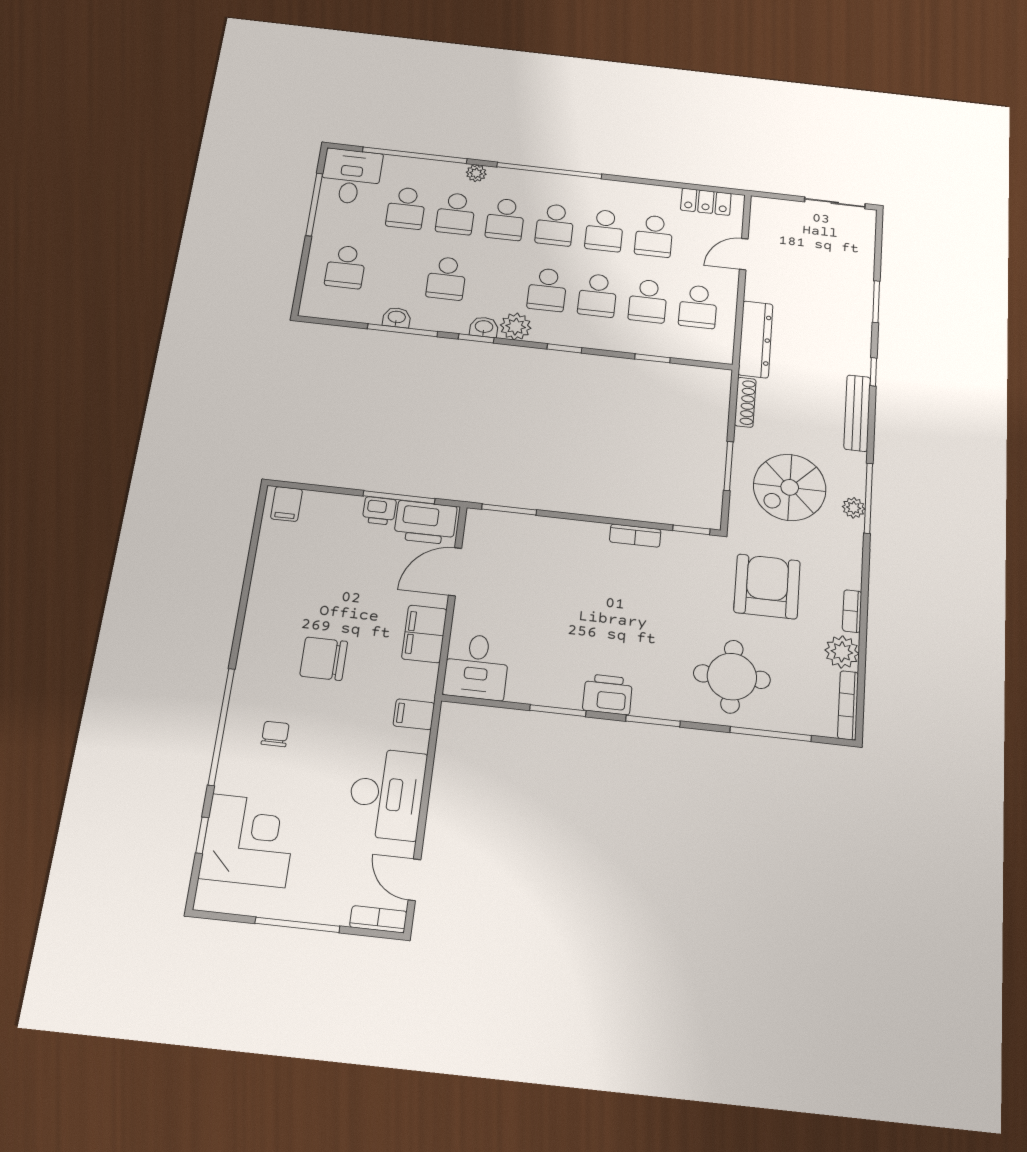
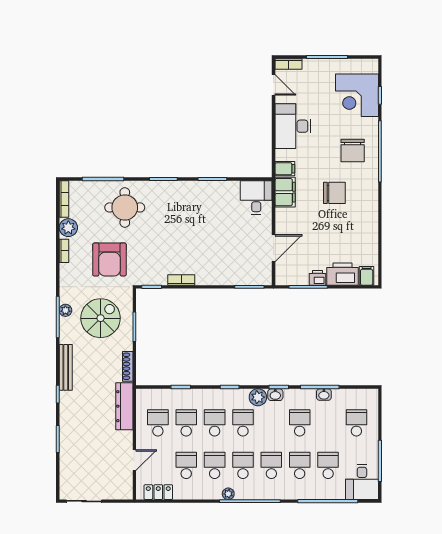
plant: (476, 173) -> (228, 494), moved
printer: (425, 523) -> (343, 274), moved
filing cabinet: (424, 634) -> (285, 192), moved
printer: (608, 694) -> (188, 191), removed
chair: (275, 734) -> (353, 151), width x1.87, depth x1.87

